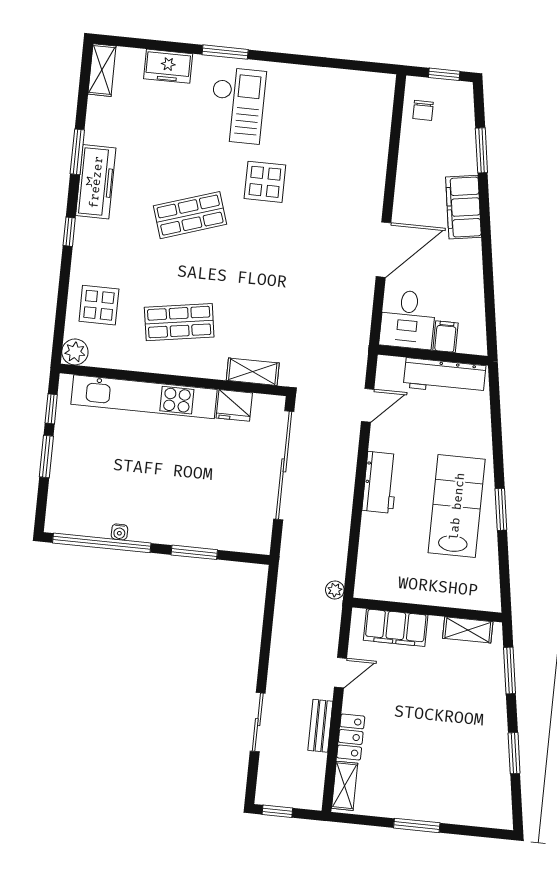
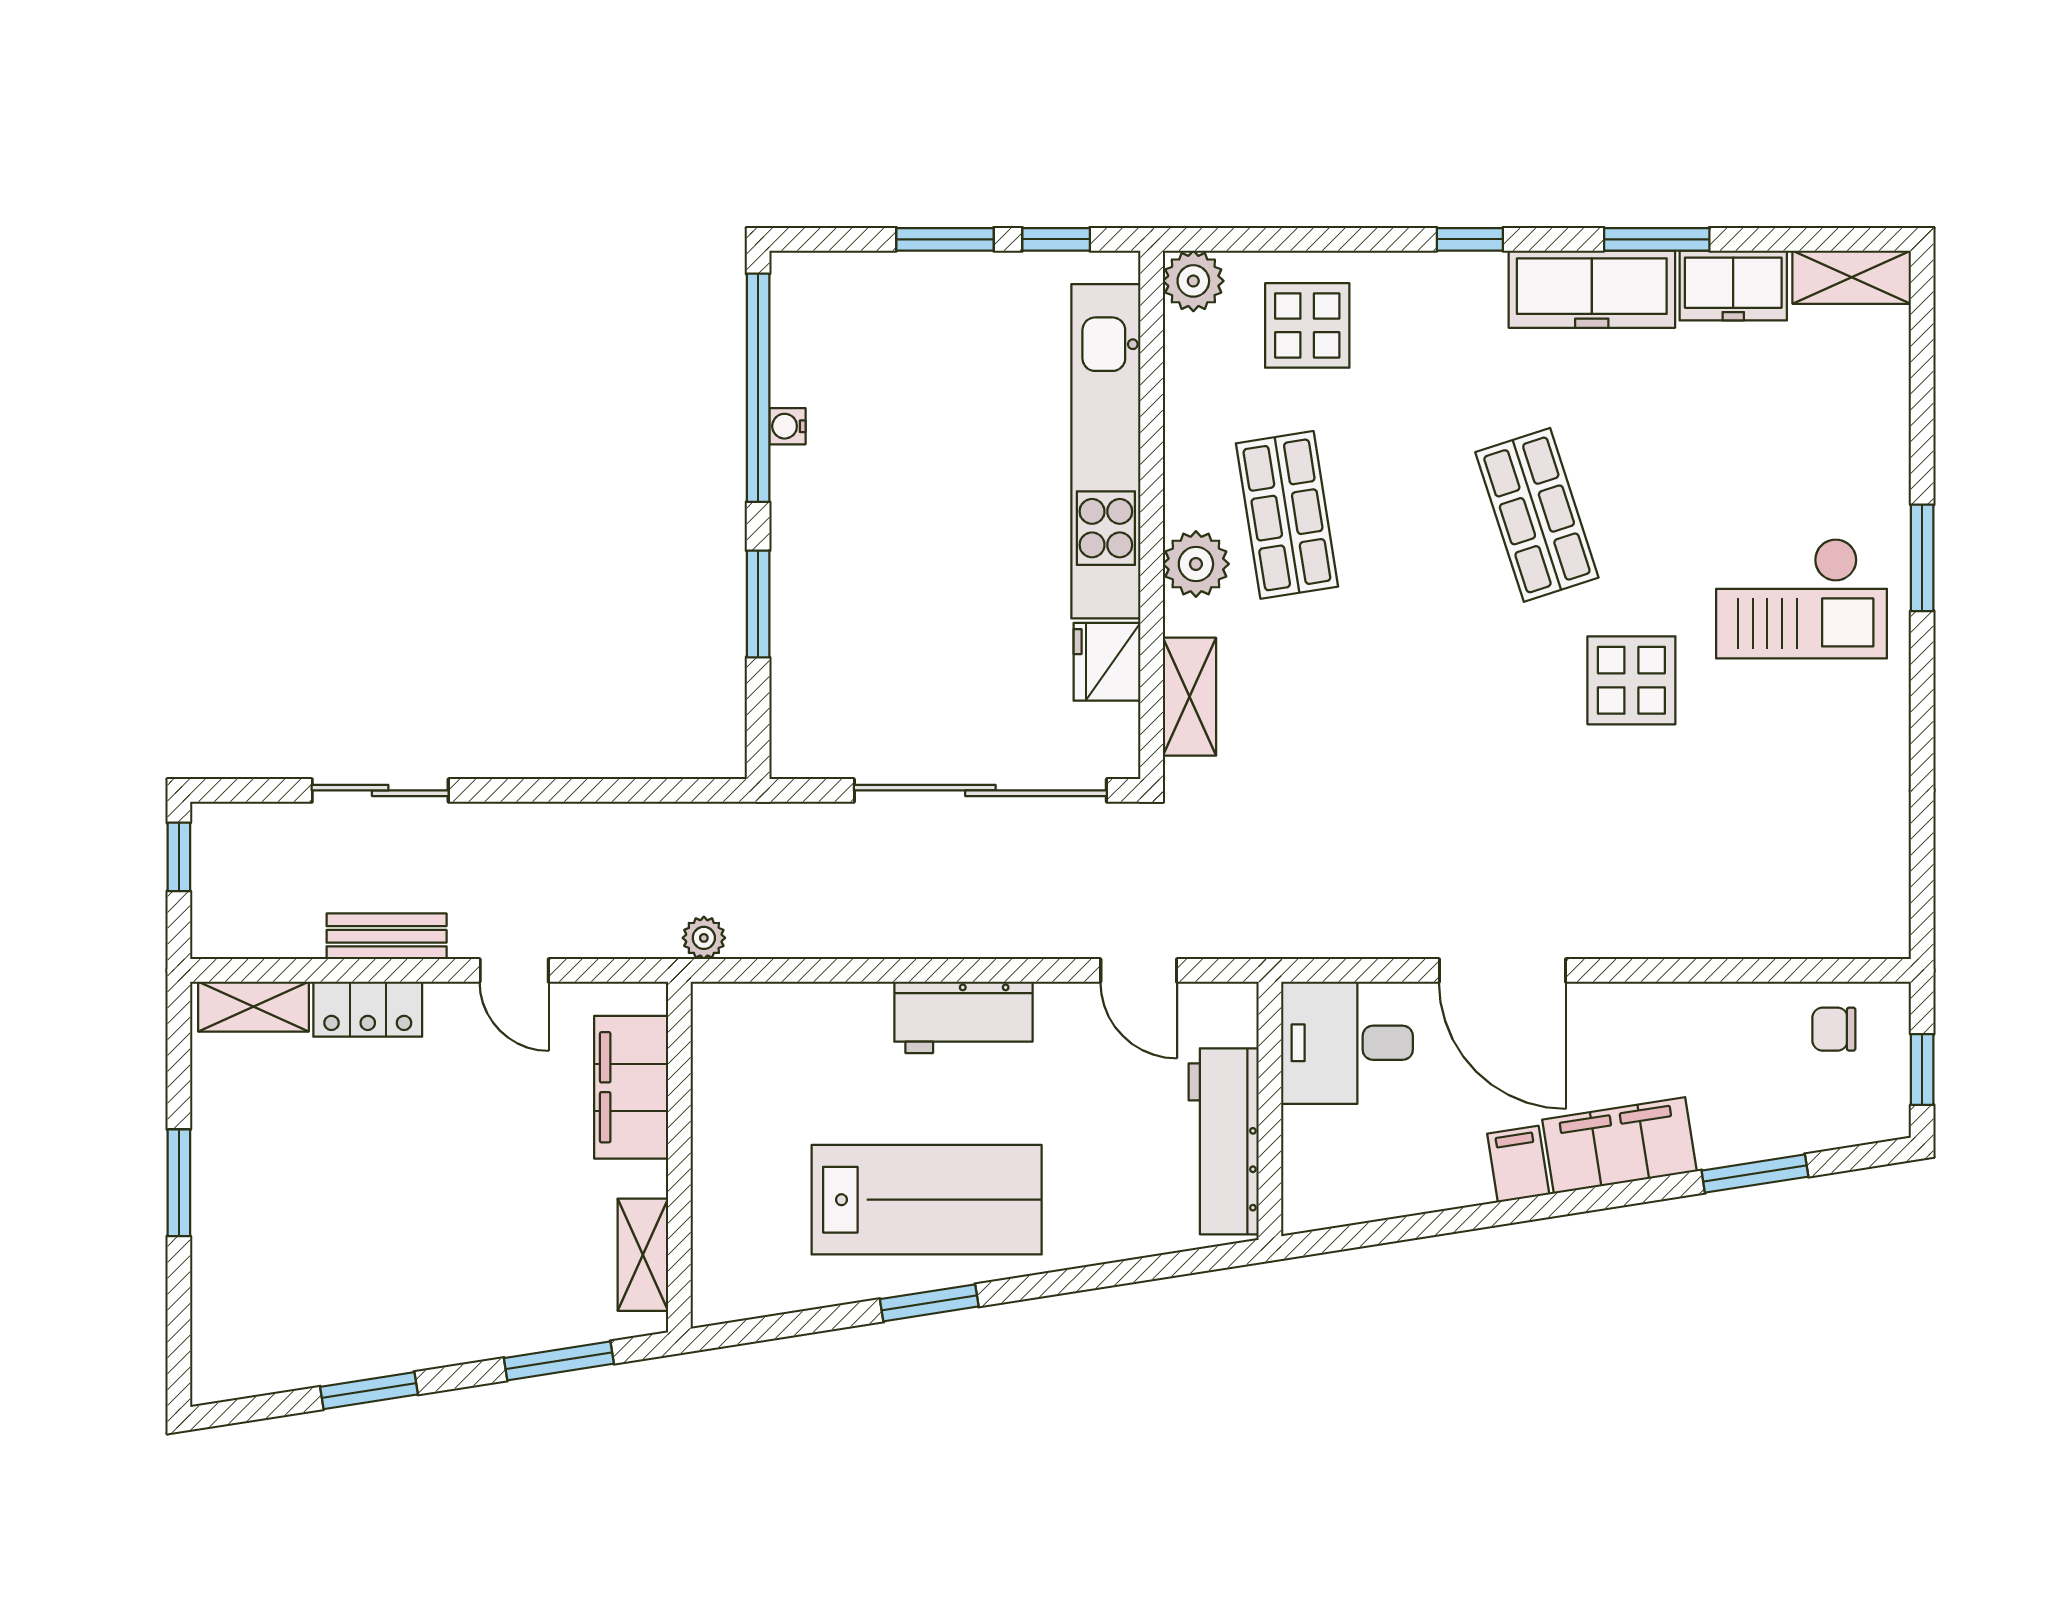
freezer: (168, 66) -> (1733, 285), moved, turned -90
filing cabinet: (446, 337) -> (1518, 1164), moved, turned -99
plant: (196, 363) -> (1196, 564), added

